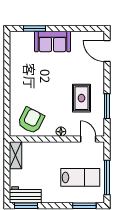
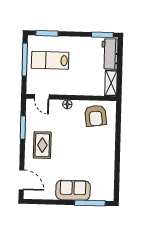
window: (34, 29) -> (90, 203), width x1.44
rug: (81, 98) -> (42, 145), moved
armchair: (31, 120) -> (95, 116), turned -35
workbench: (25, 195) -> (110, 54), moved, turned 90

